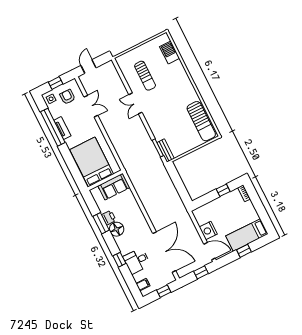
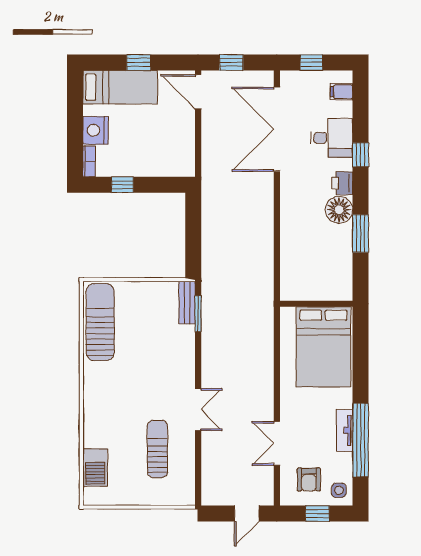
sofa: (114, 187) -> (307, 285), removed
printer: (109, 218) -> (342, 183), moved
nightstand: (208, 230) -> (95, 130), moved, turned 180

